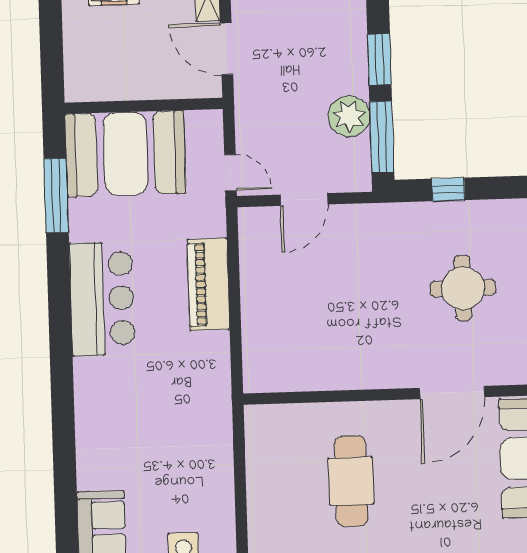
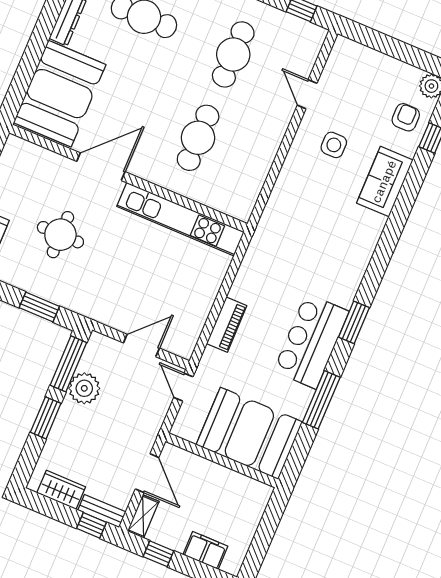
window: (448, 189) -> (39, 307), width x1.50
window: (56, 196) -> (321, 400), moved
piano: (208, 284) -> (227, 325), width x0.73, depth x0.75
window: (61, 345) -> (354, 322), added
kitchen unit: (327, 373) -> (180, 219), added

